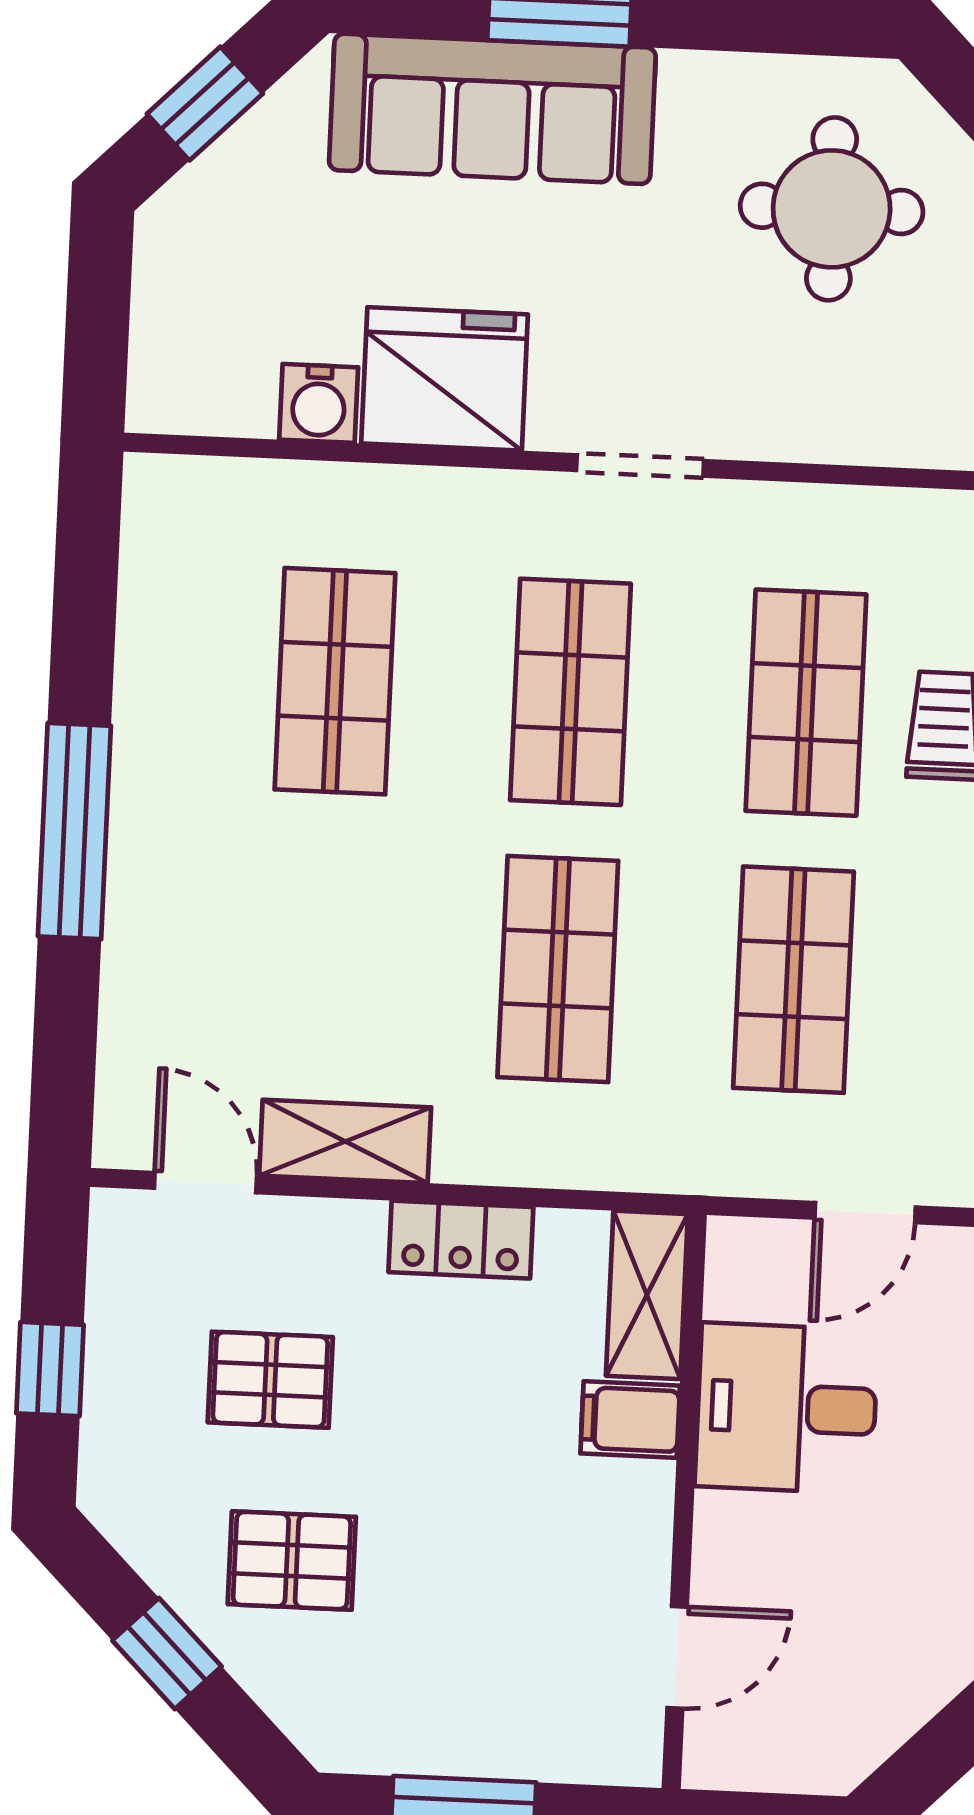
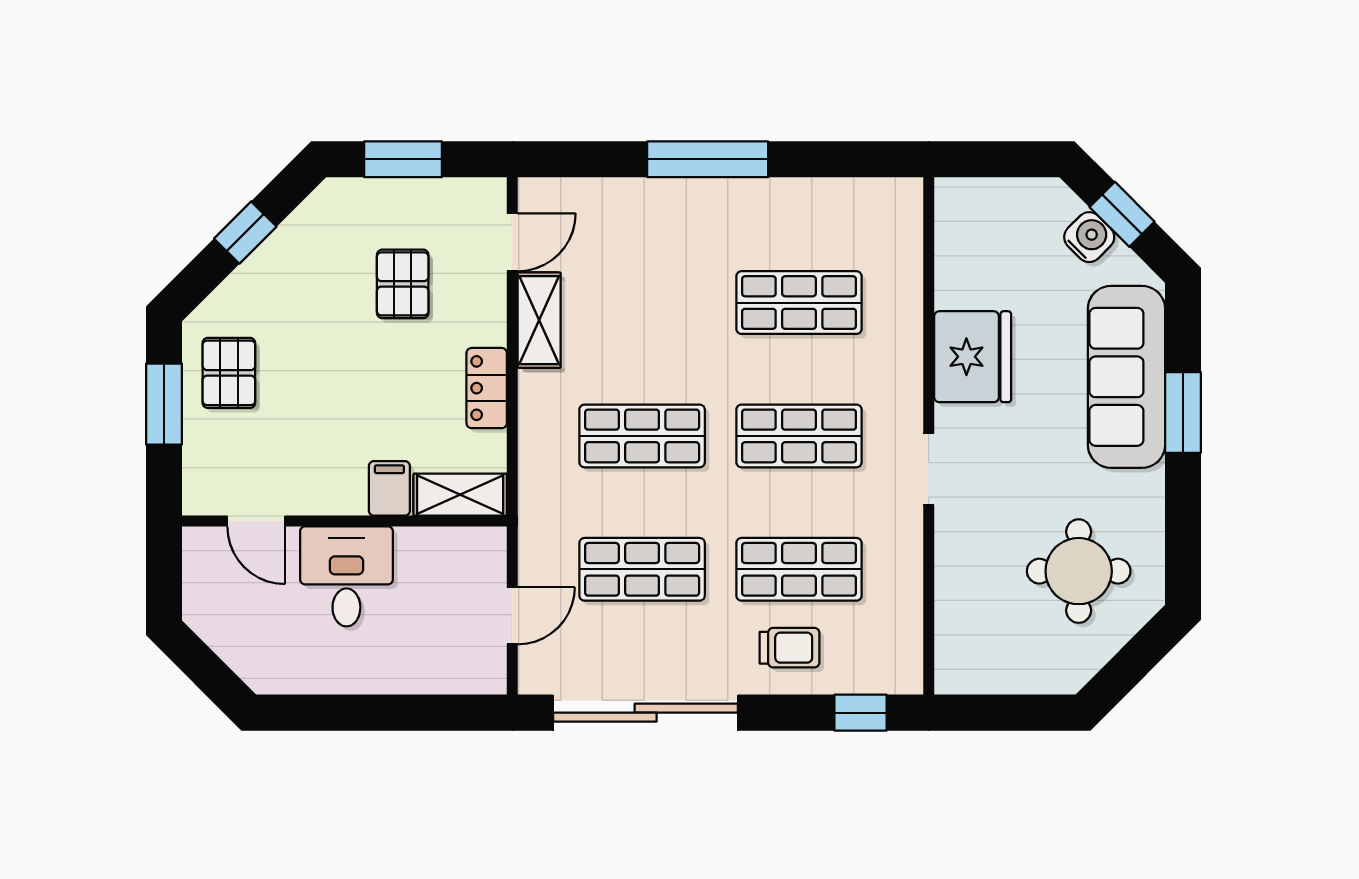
water cooler: (319, 403) -> (1089, 237), moved, turned 135
door: (865, 1213) -> (512, 616), swing flipped
window: (50, 1369) -> (403, 159), width x1.50
desk: (787, 1408) -> (346, 576), moved
pallet: (292, 1561) -> (229, 373), moved

